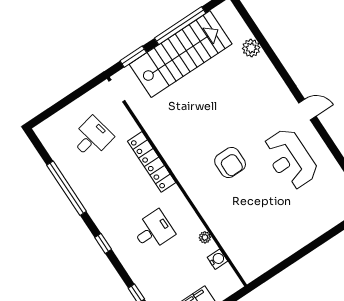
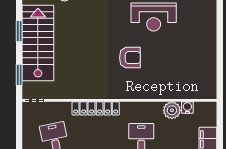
window: (180, 26) -> (19, 31), width x0.47
plant: (205, 237) -> (172, 110), width x1.88, depth x1.88

